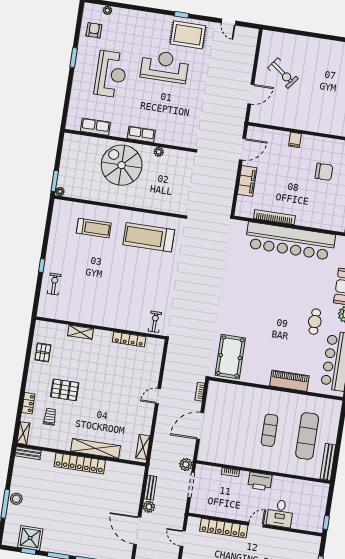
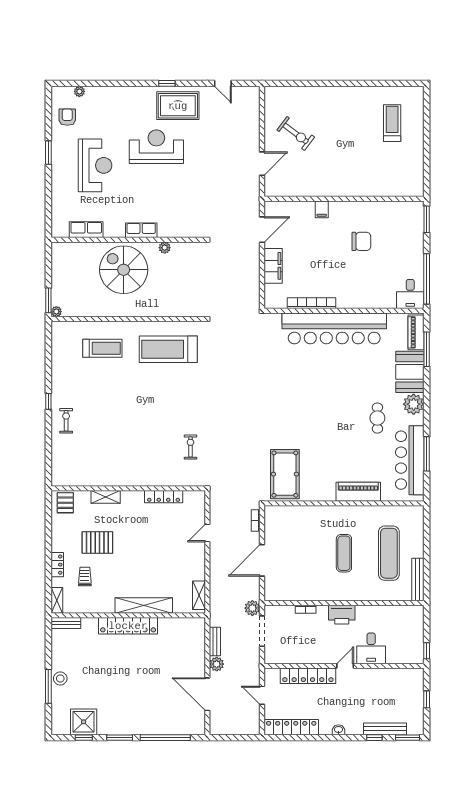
wall: (101, 328) -> (128, 488), moved
shelving: (80, 332) -> (106, 497), moved
locker: (129, 339) -> (164, 497), moved

